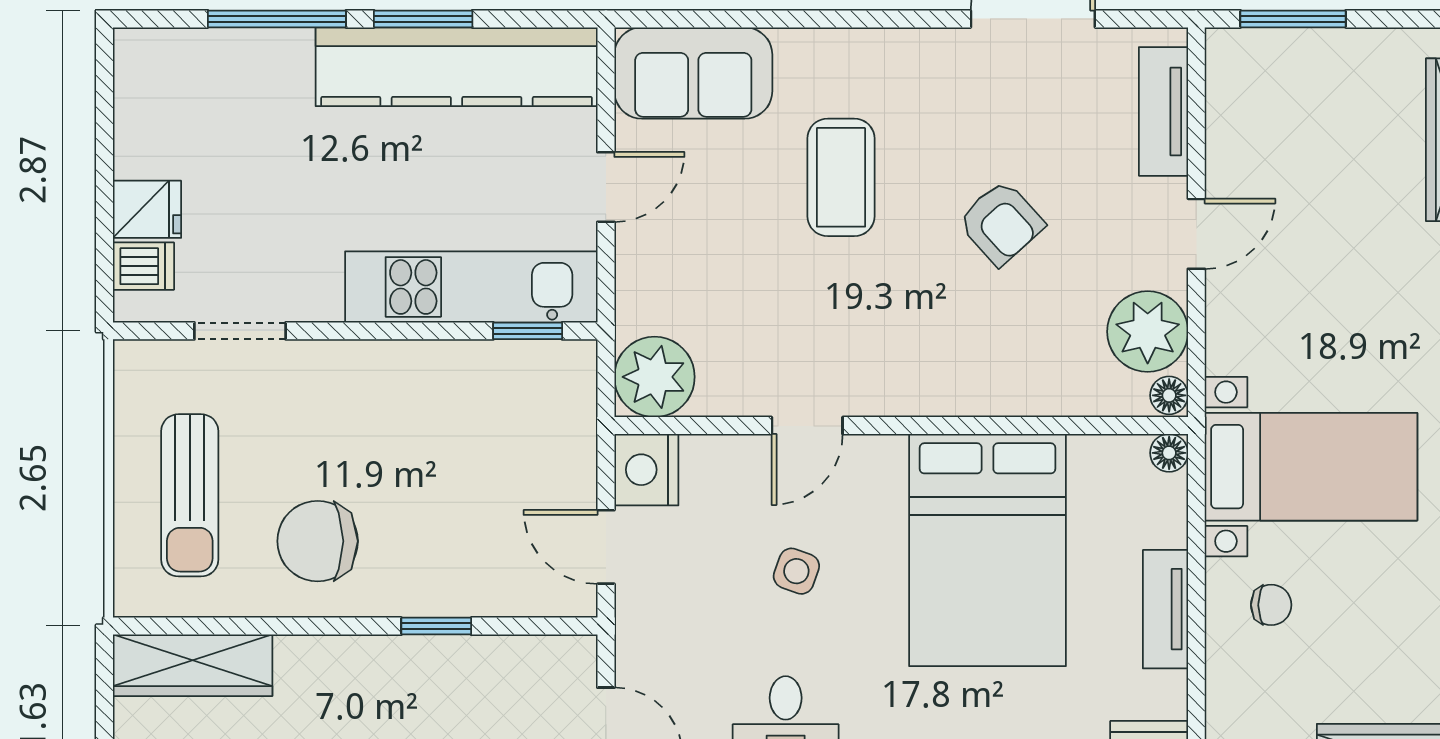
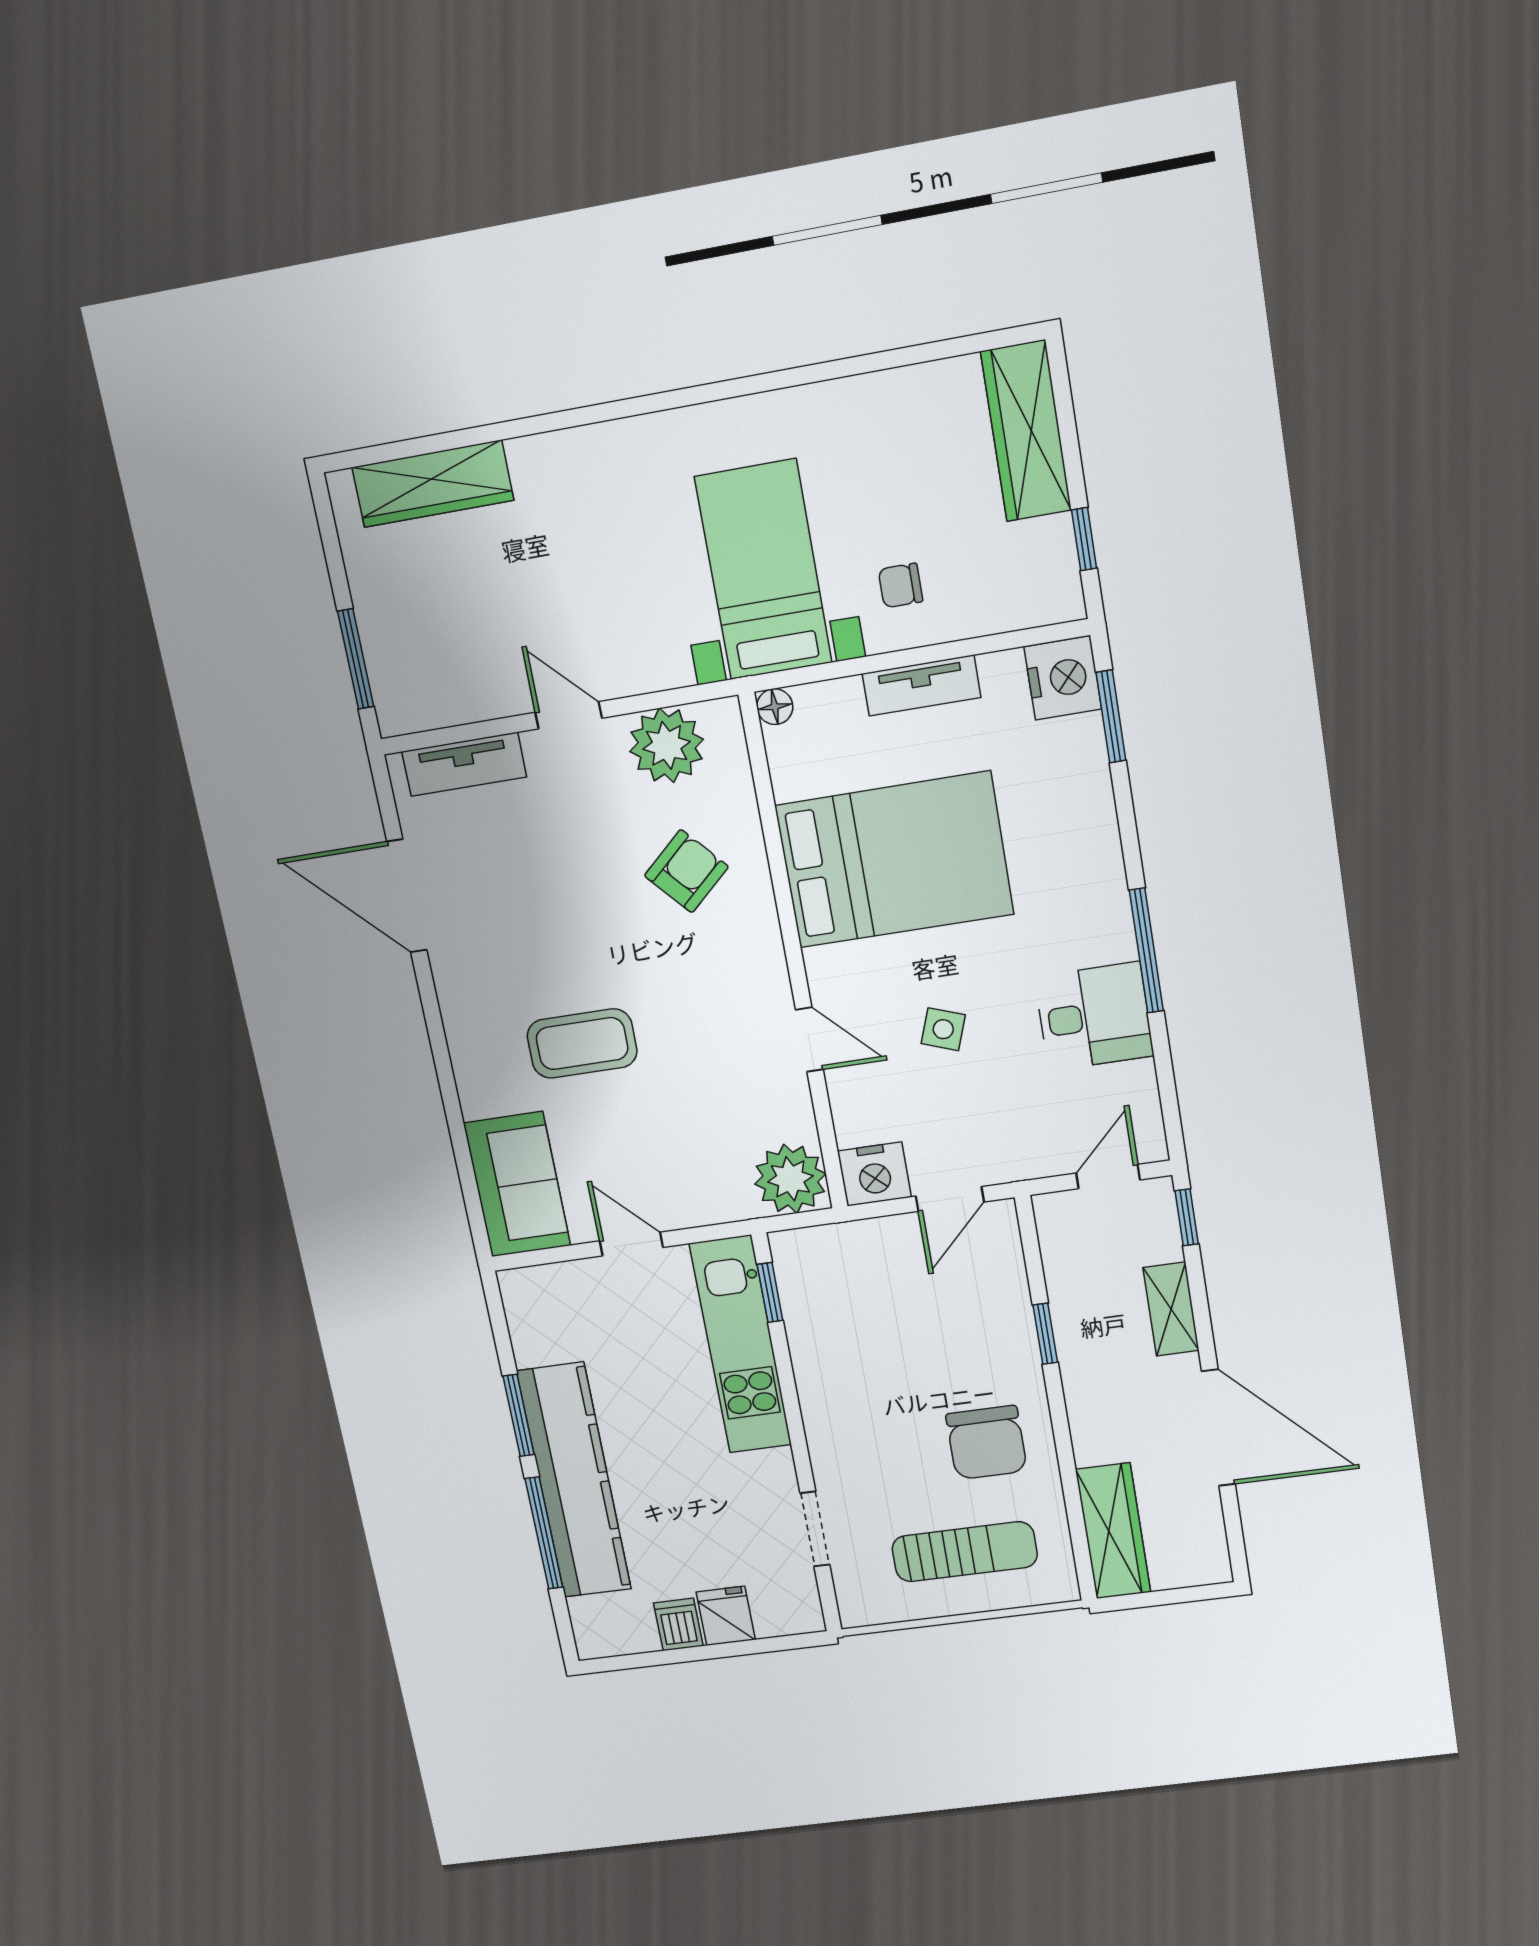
kitchen counter: (457, 67) -> (574, 1481), moved
armchair: (1001, 223) -> (686, 871), moved
dishwasher: (143, 266) -> (678, 1624), moved
floor lamp: (1169, 395) -> (722, 716), removed
chair: (1271, 605) -> (901, 585), turned -90

